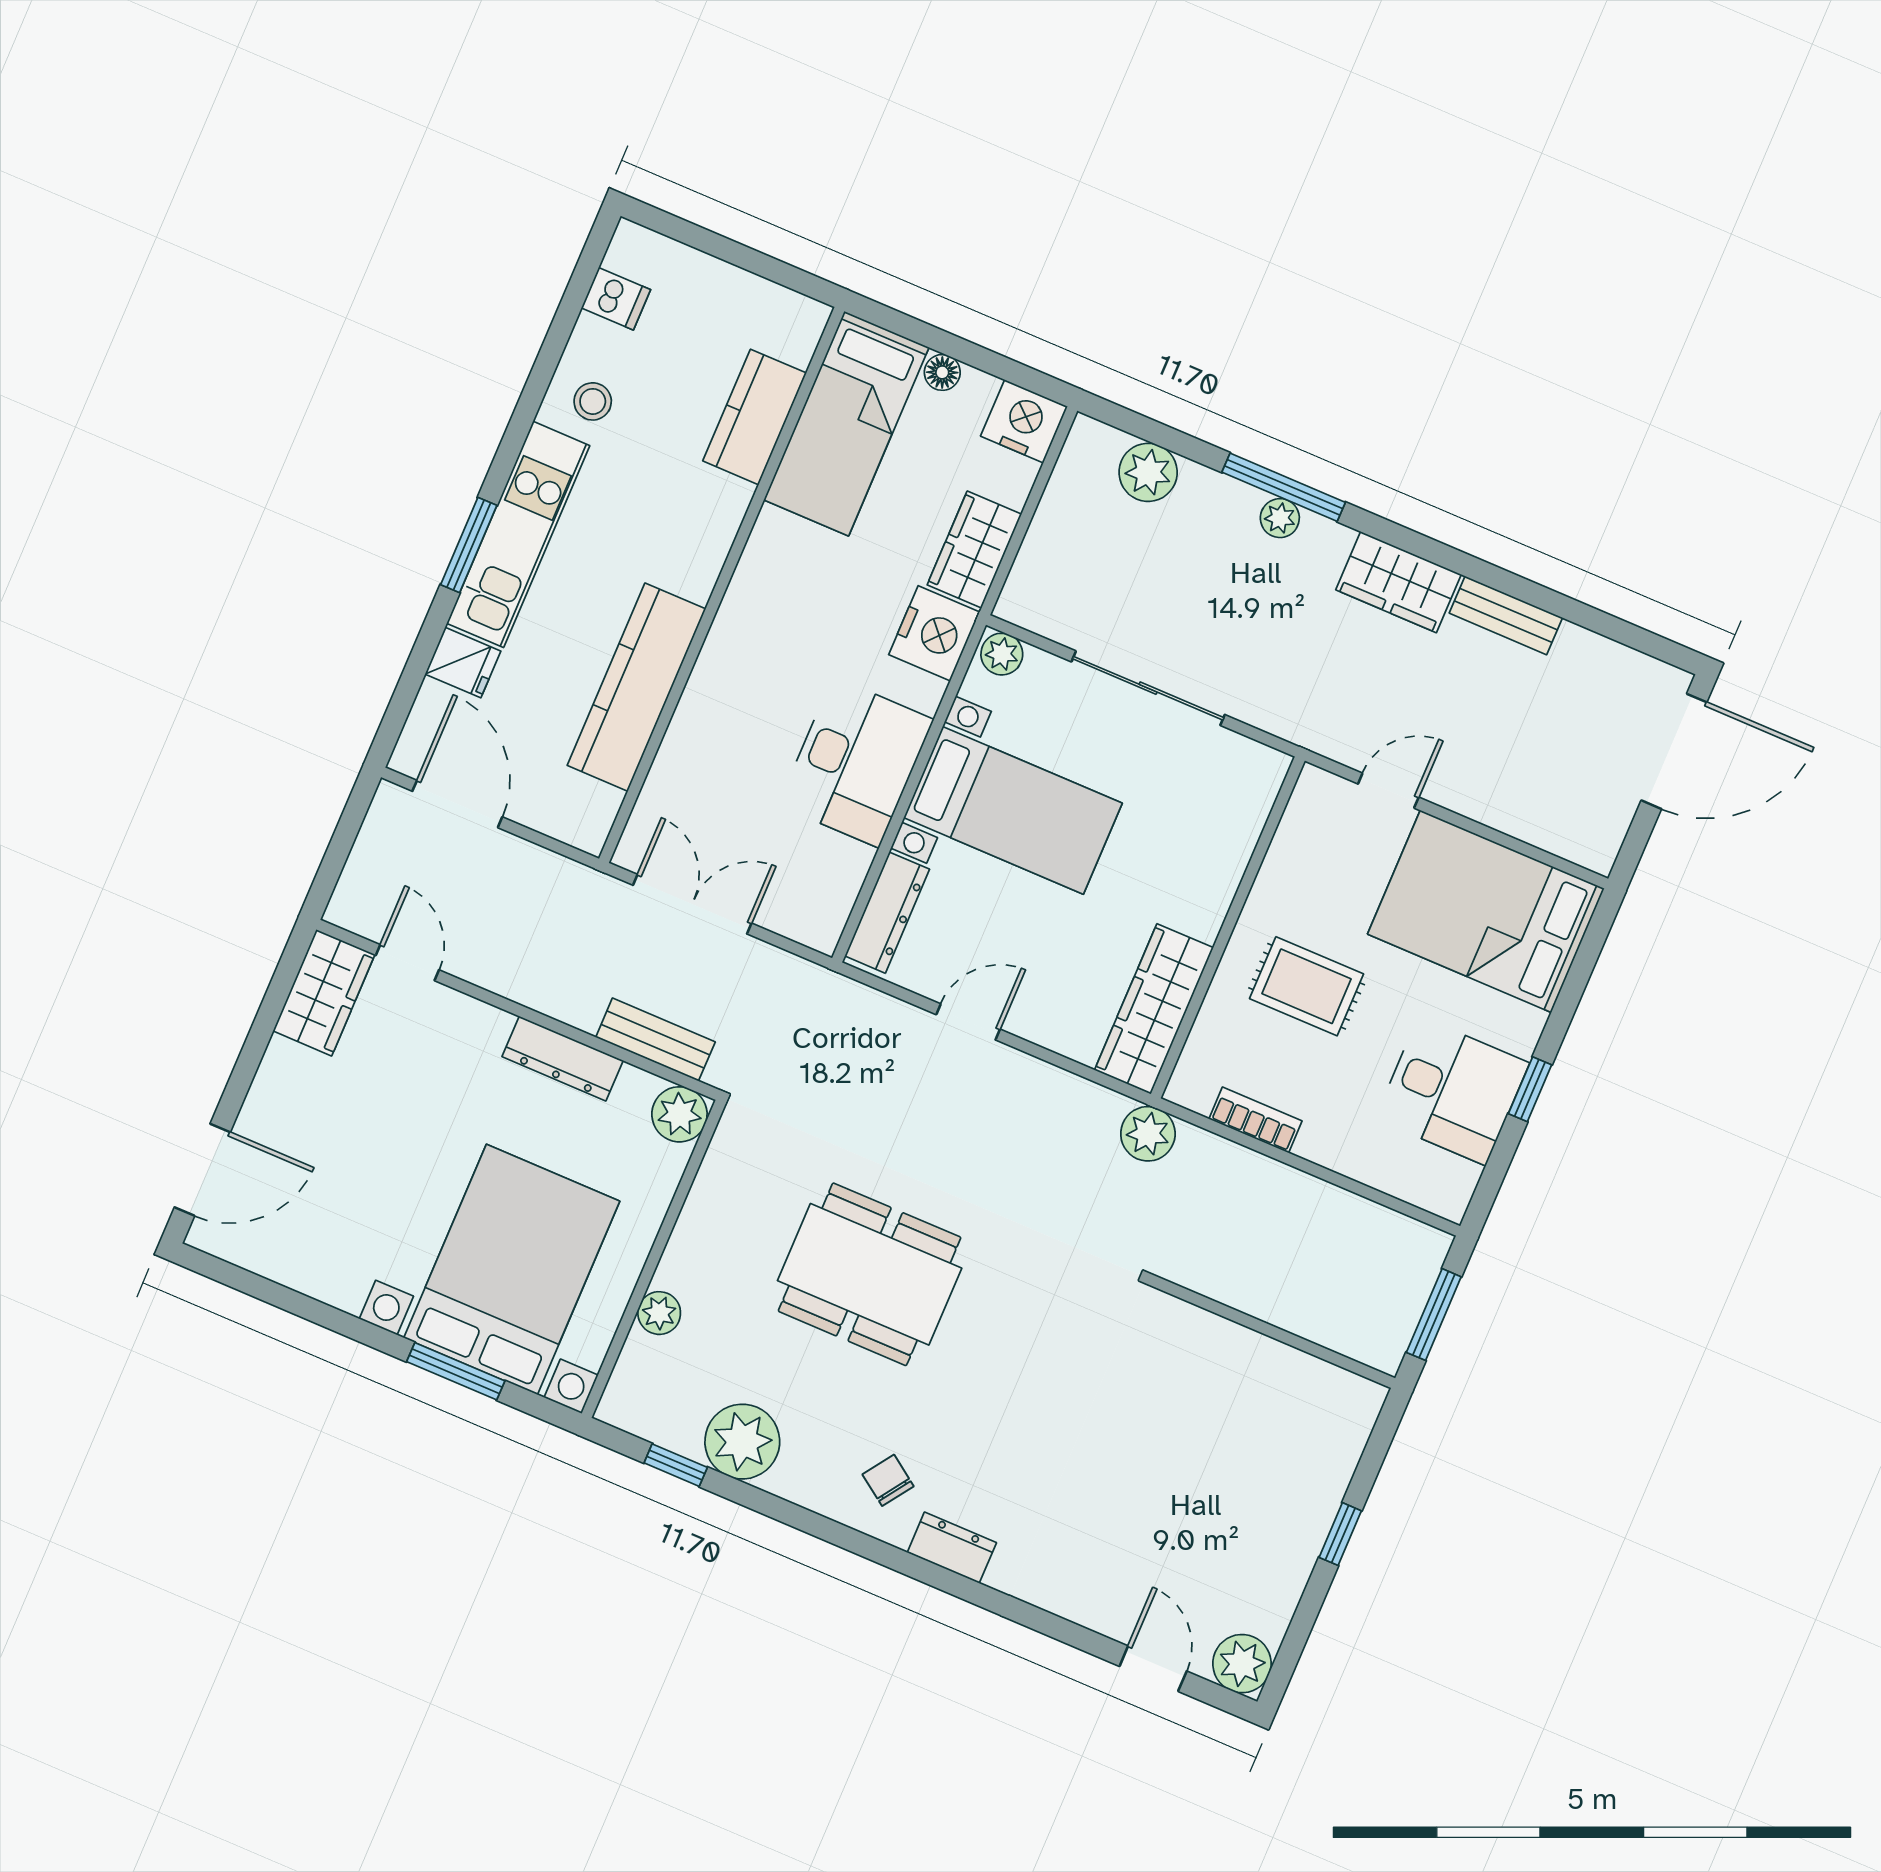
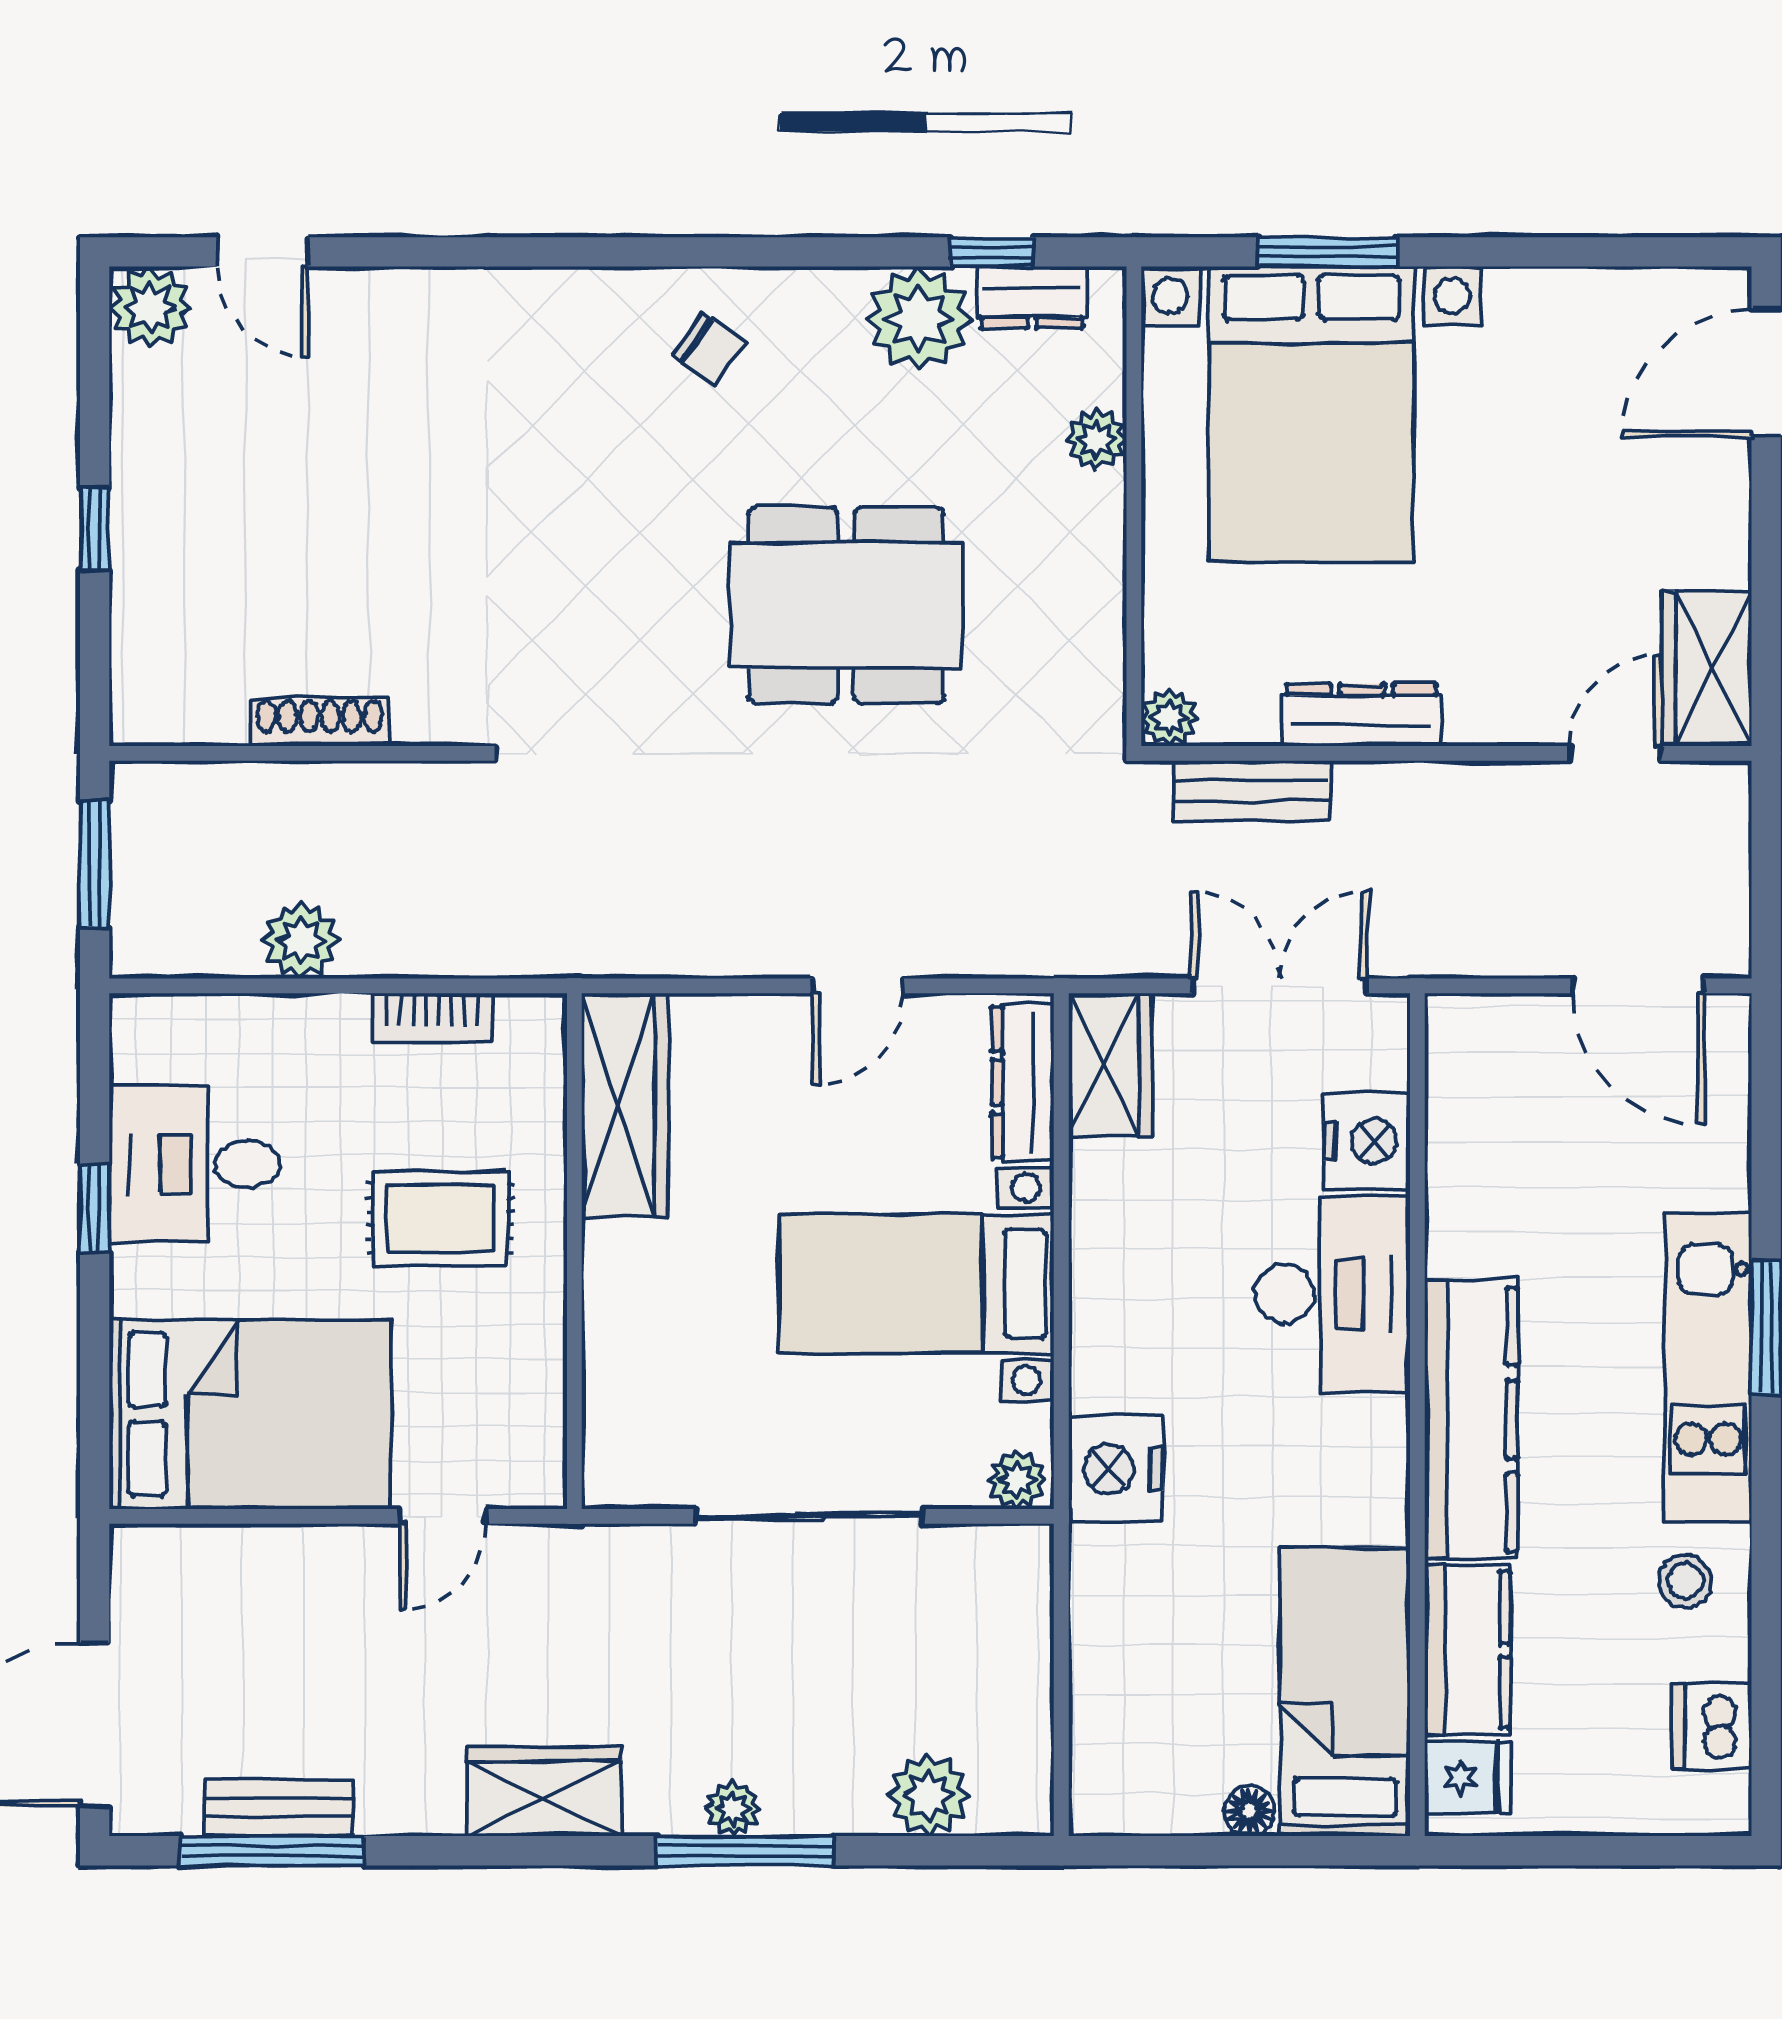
dishwasher: (616, 299) -> (1712, 1726), width x1.38
nightstand: (1024, 421) -> (1367, 1141), moved, turned -90
wardrobe: (974, 550) -> (1110, 1065), moved
bench: (1506, 615) -> (279, 1808), moved
window: (1593, 619) -> (272, 1851), added
fridge: (463, 663) -> (1467, 1777), moved, turned 180
kitchen counter: (636, 687) -> (1471, 1419), moved
desk: (856, 762) -> (1333, 1294), moved, turned 180
double door: (692, 904) -> (1279, 986), swing flipped
door: (407, 963) -> (1615, 753), swing flipped
plant: (679, 1114) -> (1169, 718), width x0.73, depth x0.73
plant: (1148, 1134) -> (301, 940), moved
shoe rack: (1247, 1345) -> (320, 722), added
dresser: (952, 1548) -> (1032, 297), moved

